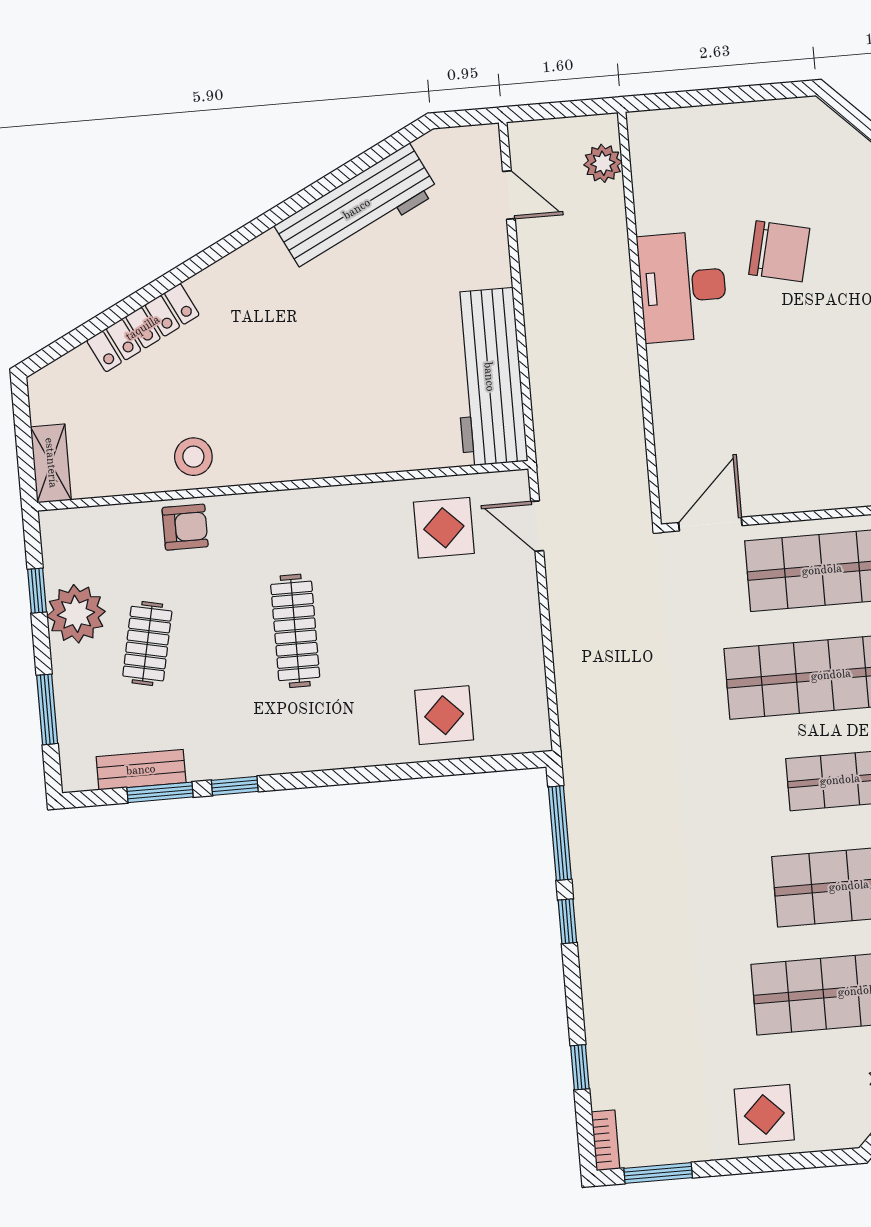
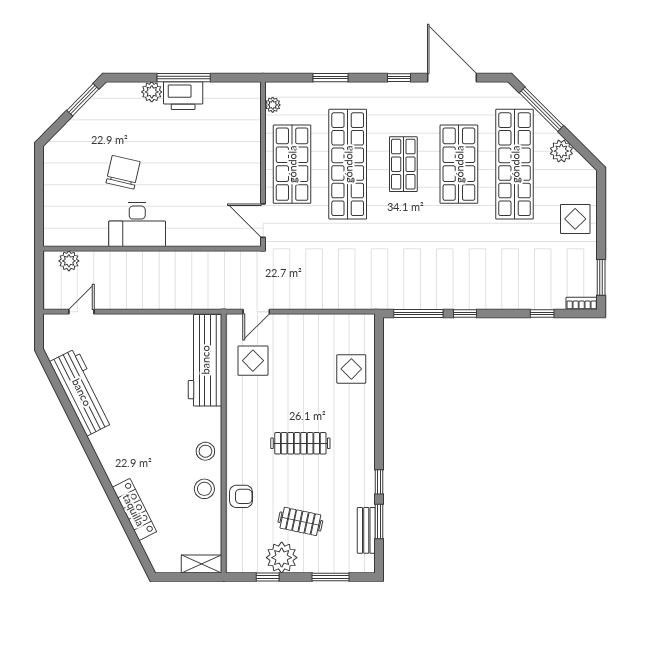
workbench: (489, 377) -> (205, 360), moved, turned 90
stool: (265, 452) -> (205, 451), added
armchair: (185, 527) -> (241, 496), turned 90

